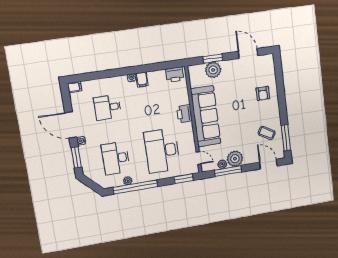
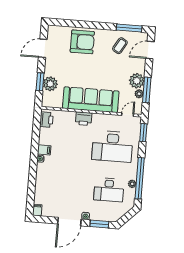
armchair: (263, 93) -> (82, 42), width x1.88, depth x1.88
desk: (108, 107) -> (62, 186), removed

